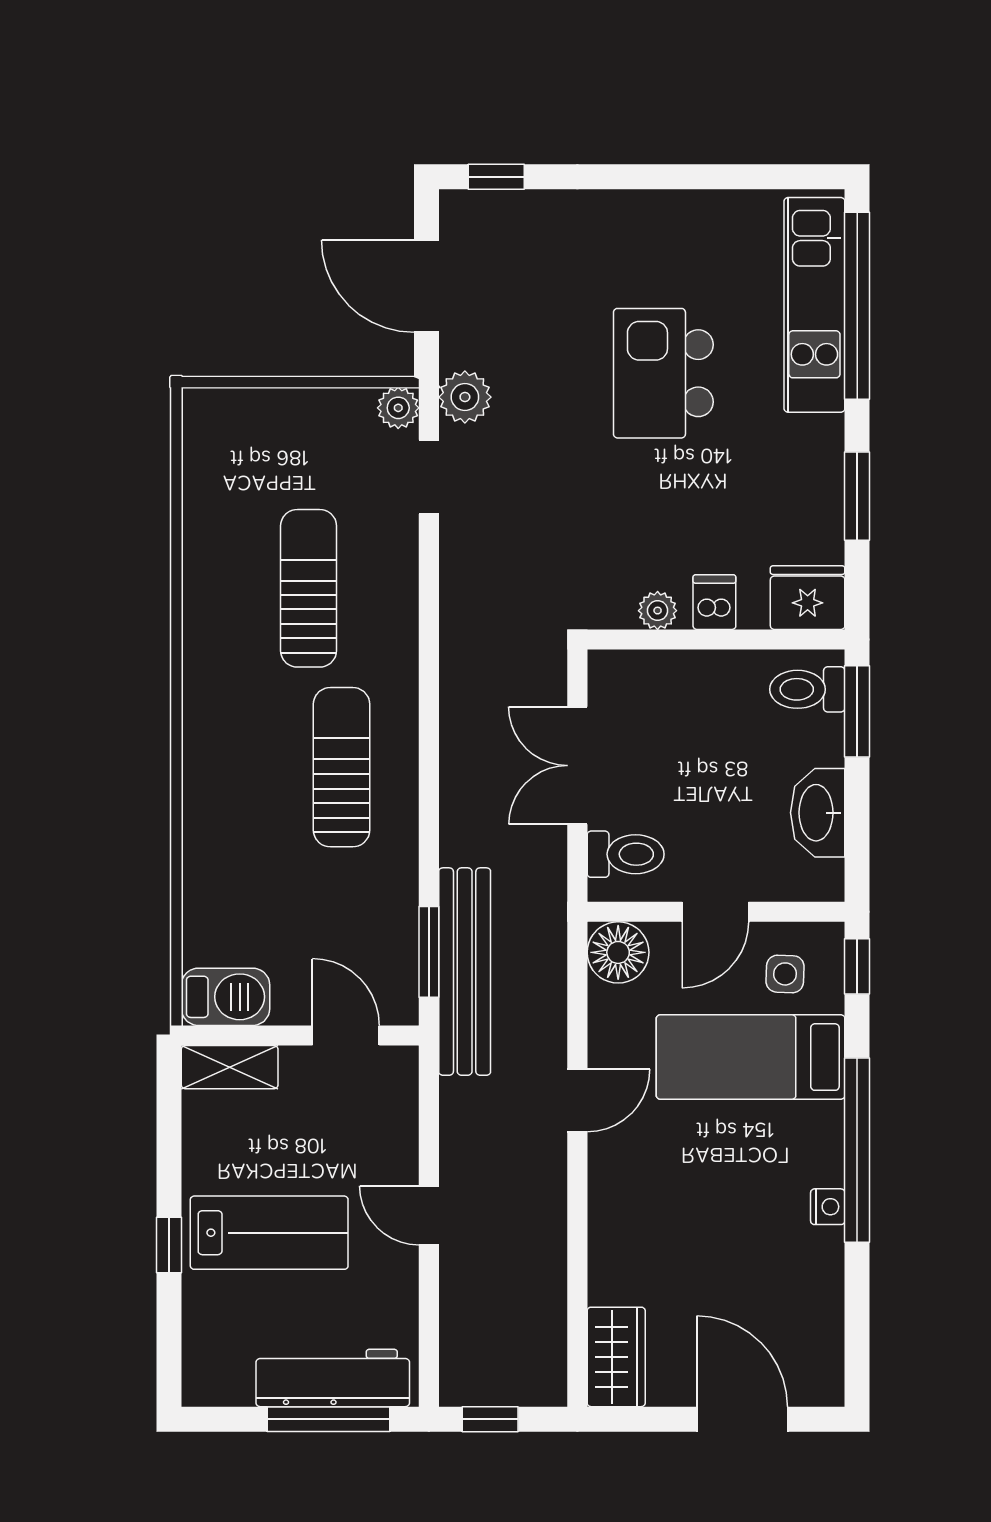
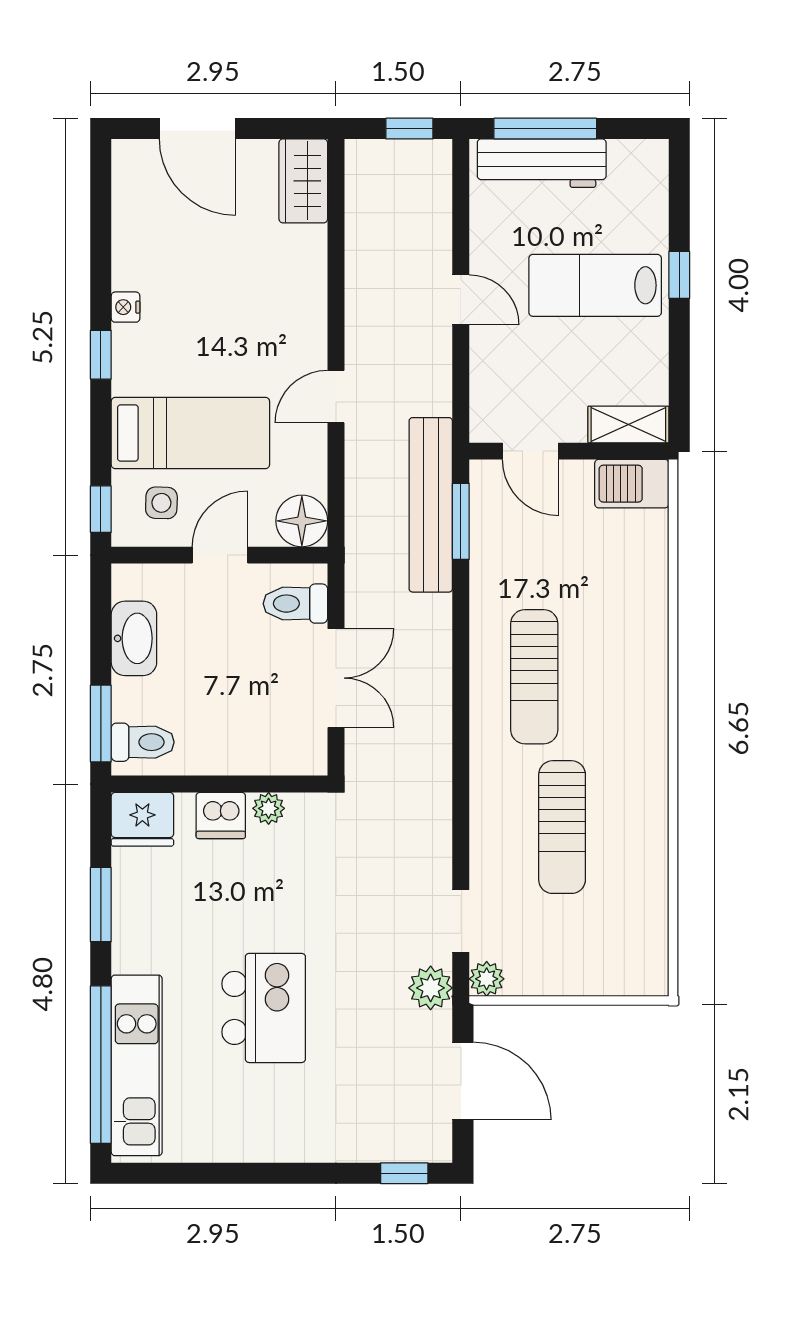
dishwasher: (714, 602) -> (221, 815), width x1.38
window: (857, 1150) -> (101, 355), width x0.32

